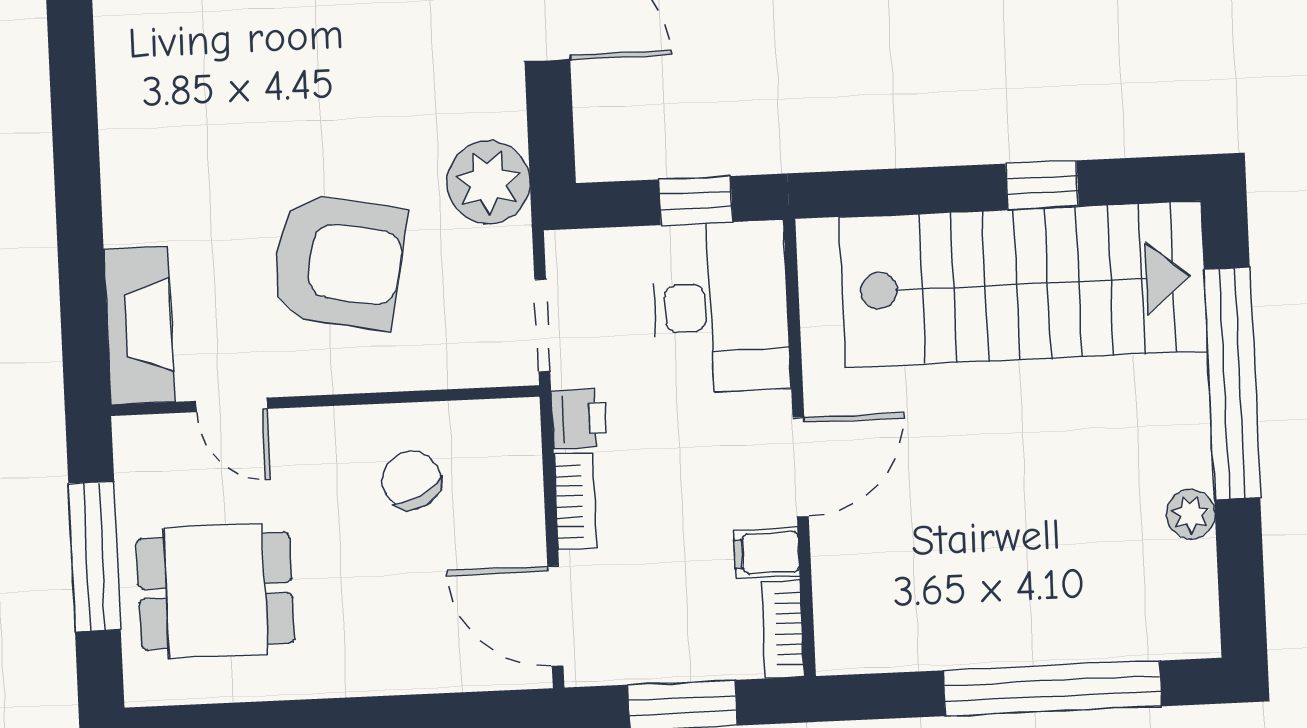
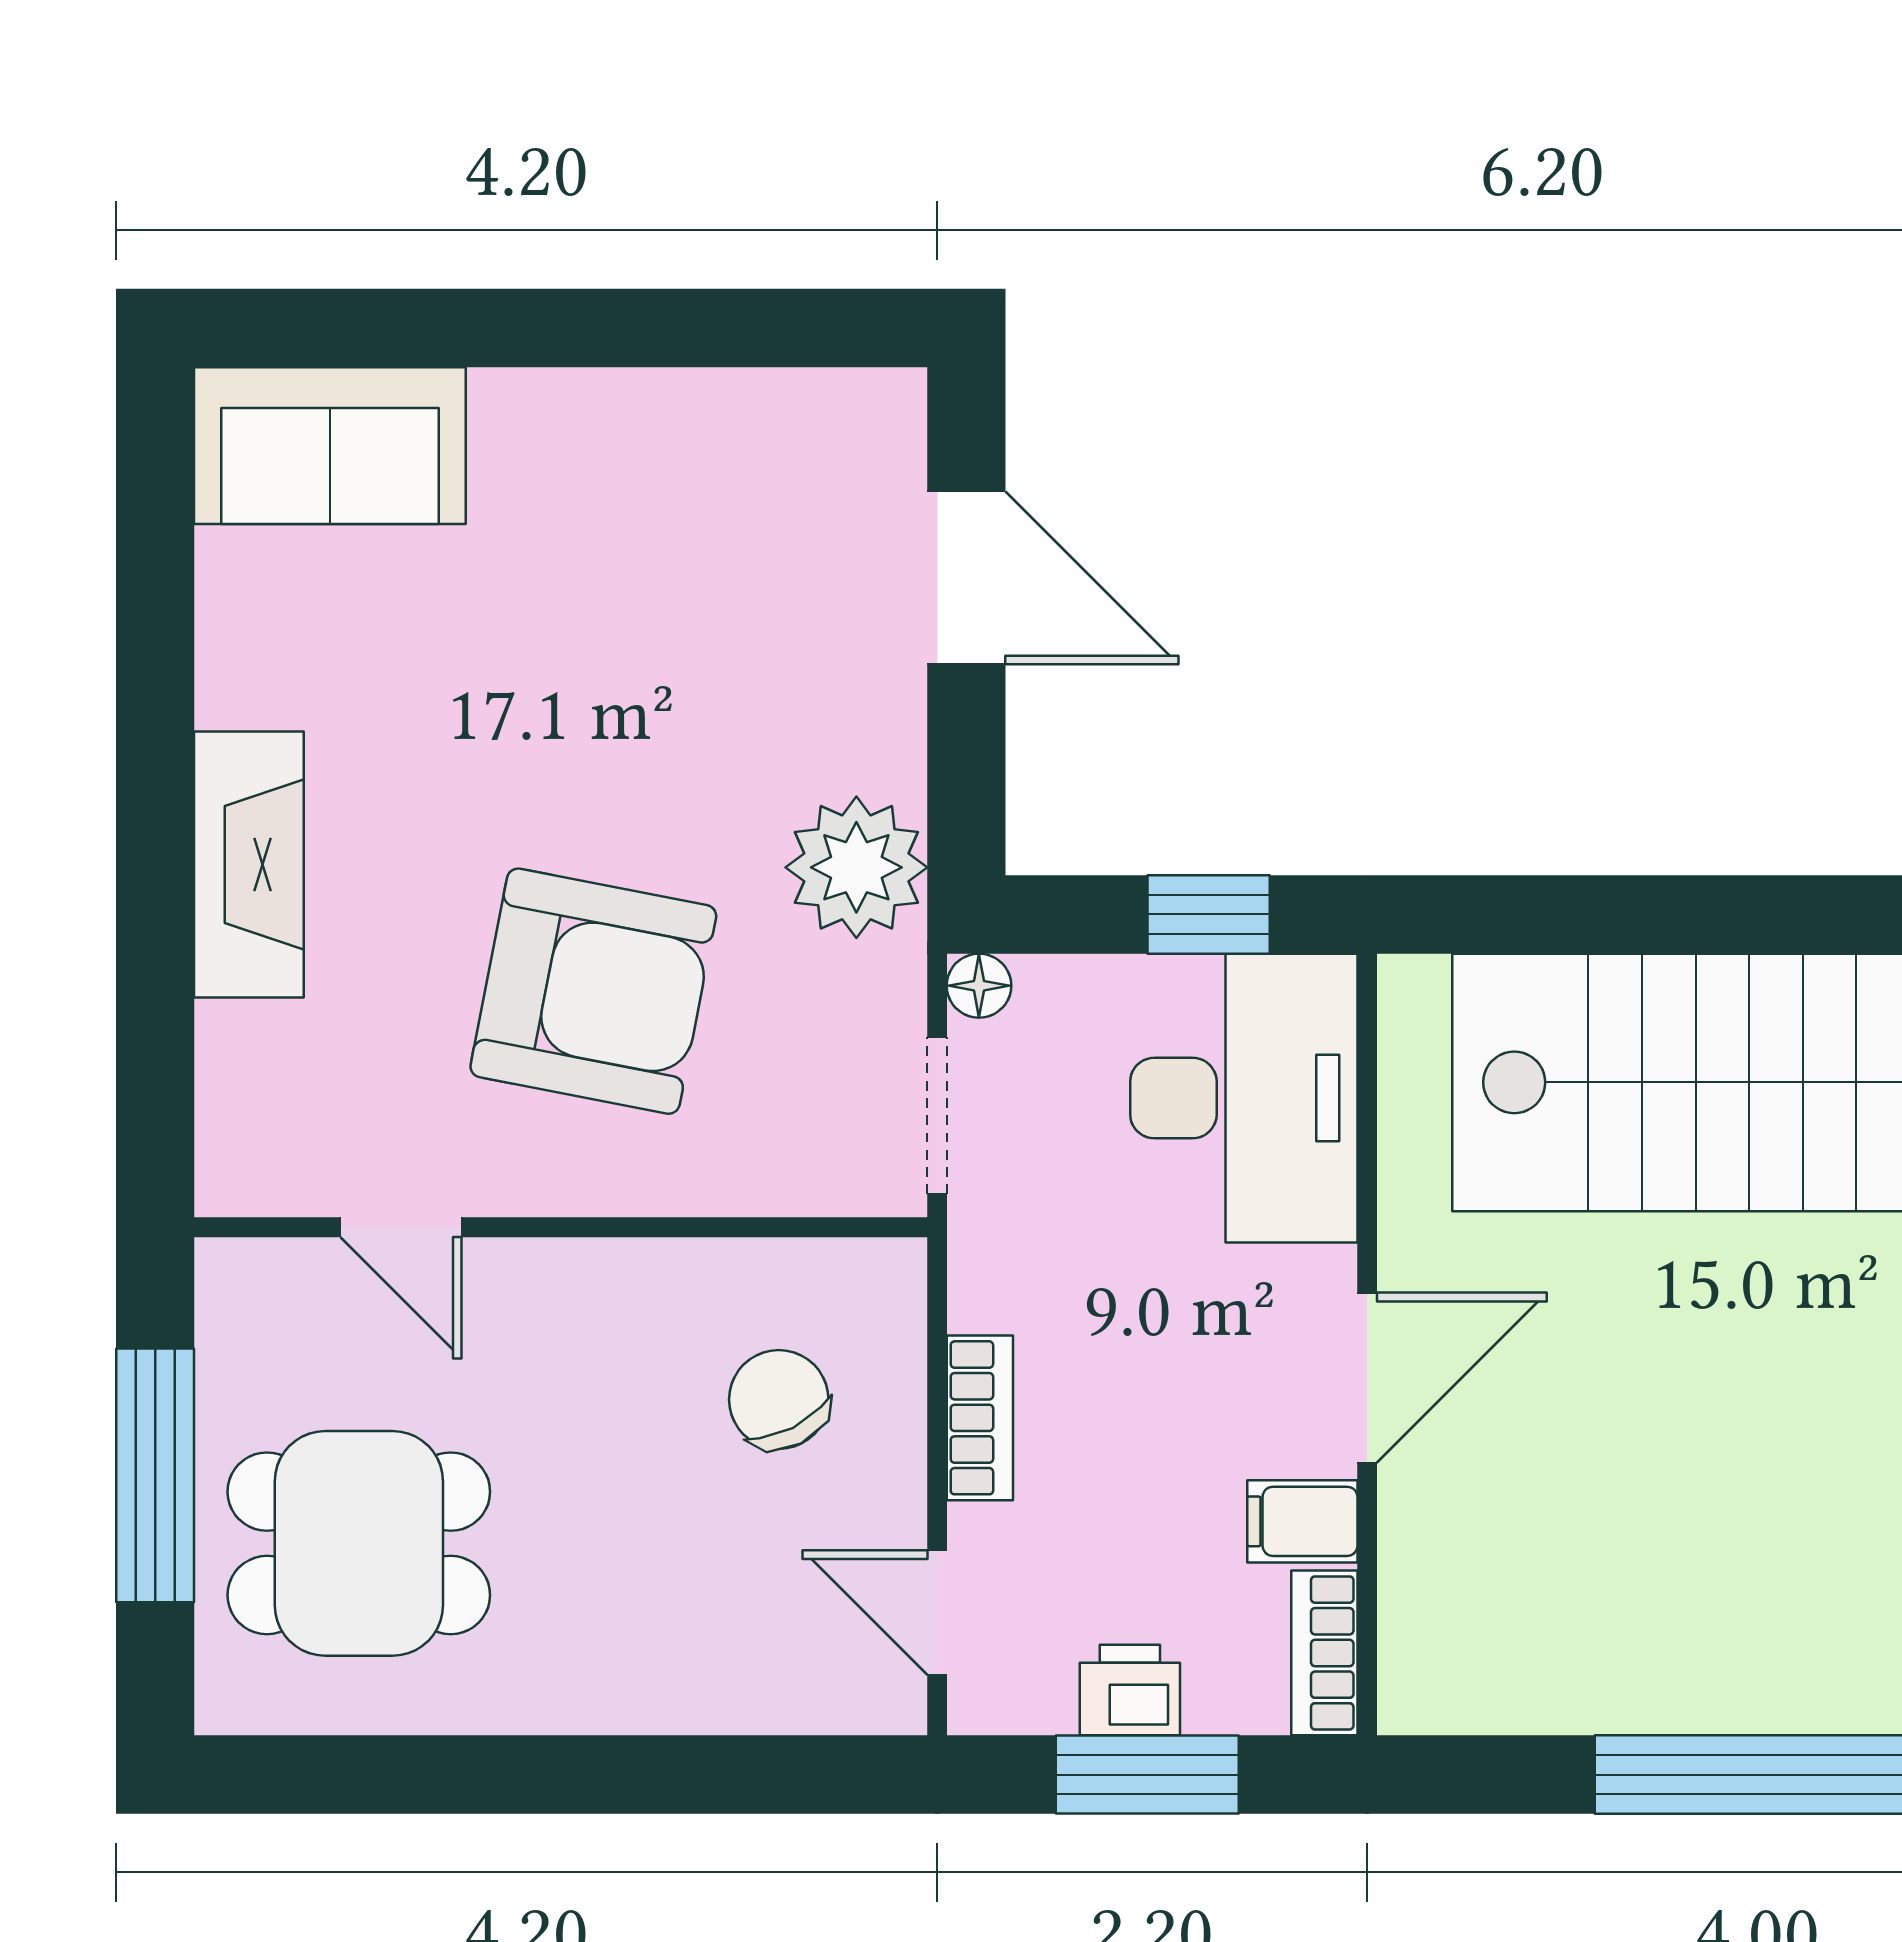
window: (1042, 185) -> (1801, 914), removed
floor lamp: (563, 248) -> (979, 986), added
fireplace: (139, 325) -> (249, 864), moved
printer: (579, 419) -> (1130, 1690), moved, turned -90
chair: (412, 480) -> (779, 1400), moved
door: (555, 616) -> (937, 1613), width x0.73

